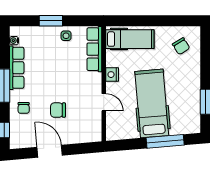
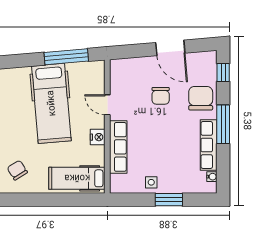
row of seats: (94, 49) -> (118, 147), moved
chair: (24, 108) -> (201, 98), width x1.87, depth x1.87
chair: (58, 110) -> (161, 96), turned 90
window: (165, 141) -> (66, 57), moved

